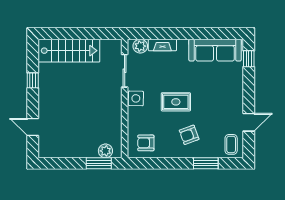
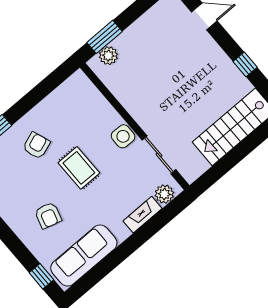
rug: (176, 102) -> (79, 168), turned 90
armchair: (146, 143) -> (48, 215), moved, turned 106

